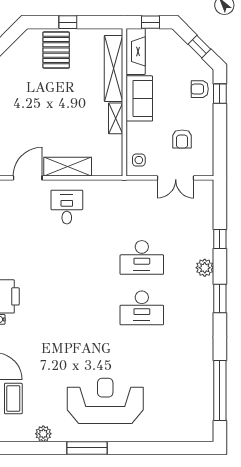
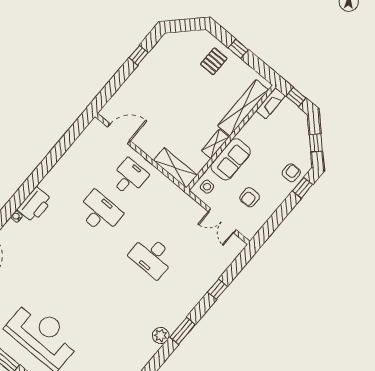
pallet: (56, 50) -> (214, 61), width x0.67, depth x0.71
fireplace: (136, 51) -> (271, 103), width x0.73, depth x0.76
armchair: (200, 89) -> (291, 173), turned 90
sofa: (139, 98) -> (231, 159), moved
shelving: (68, 167) -> (175, 168), moved
plant: (205, 268) -> (161, 335), moved
desk: (142, 308) -> (100, 212), moved, turned 180

